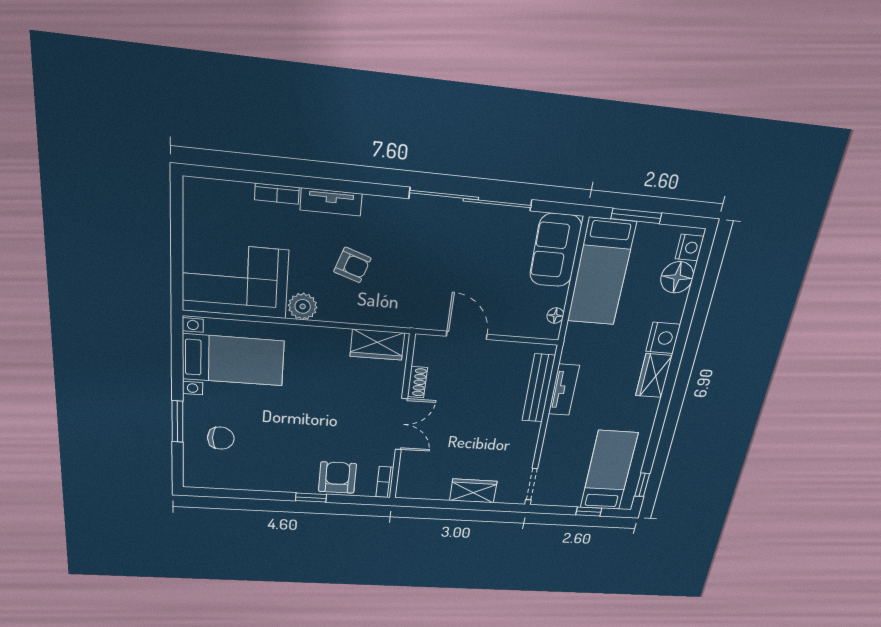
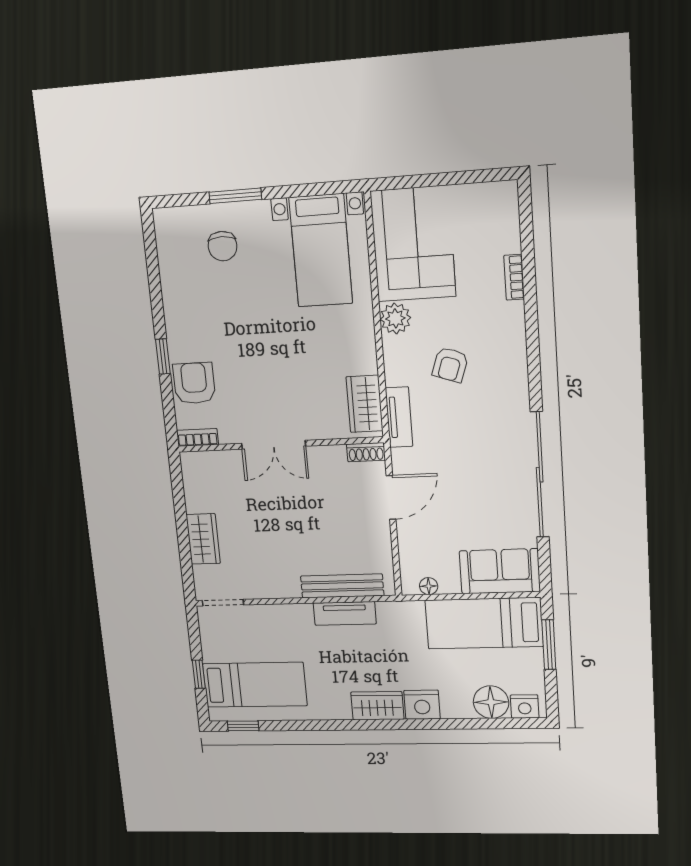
tv unit: (331, 202) -> (399, 417), moved, turned 180
shoe rack: (417, 382) -> (366, 452), moved
armchair: (337, 478) -> (194, 383), turned -90

